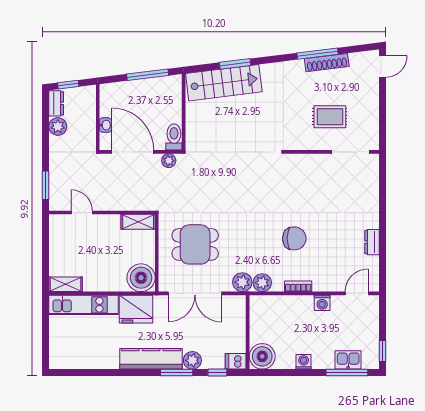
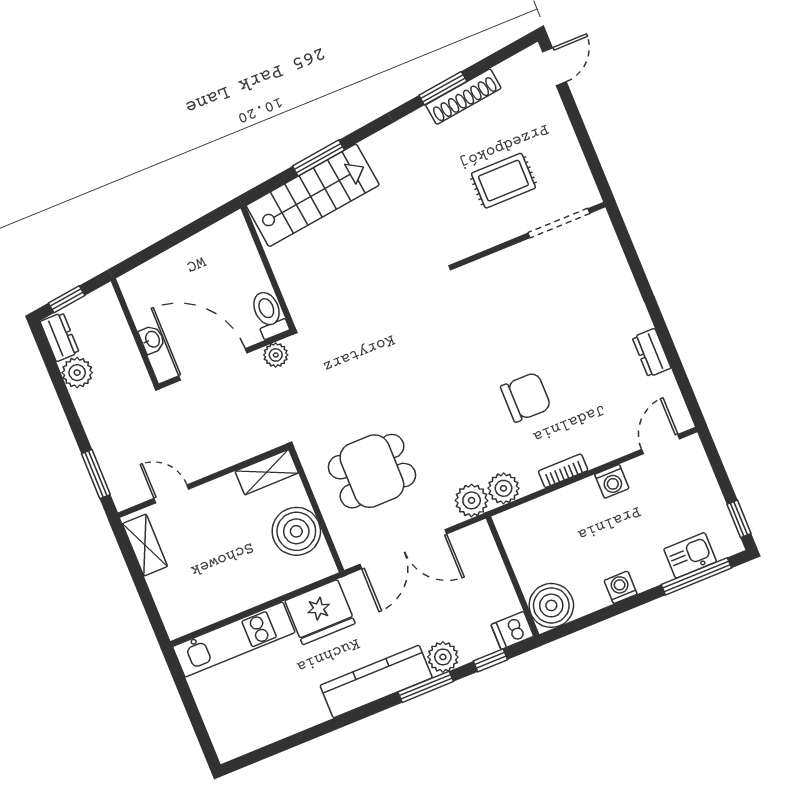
window: (318, 54) -> (443, 88), width x0.69
window: (148, 75) -> (186, 232), removed
boiler: (141, 278) -> (296, 531), moved
shelving: (66, 284) -> (145, 545), moved, turned 90

